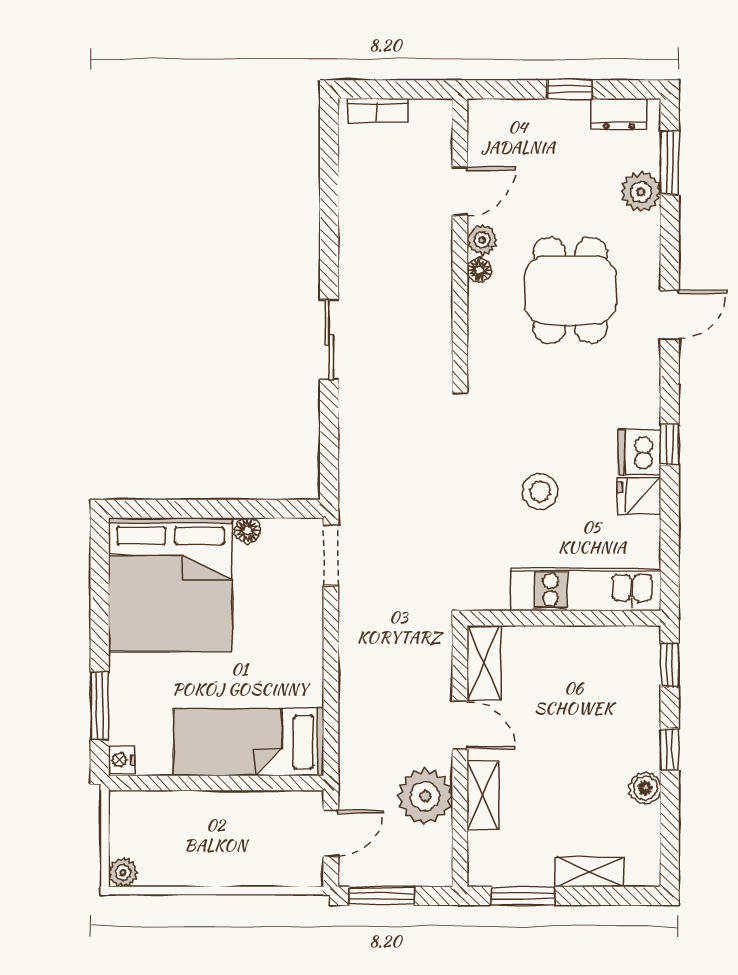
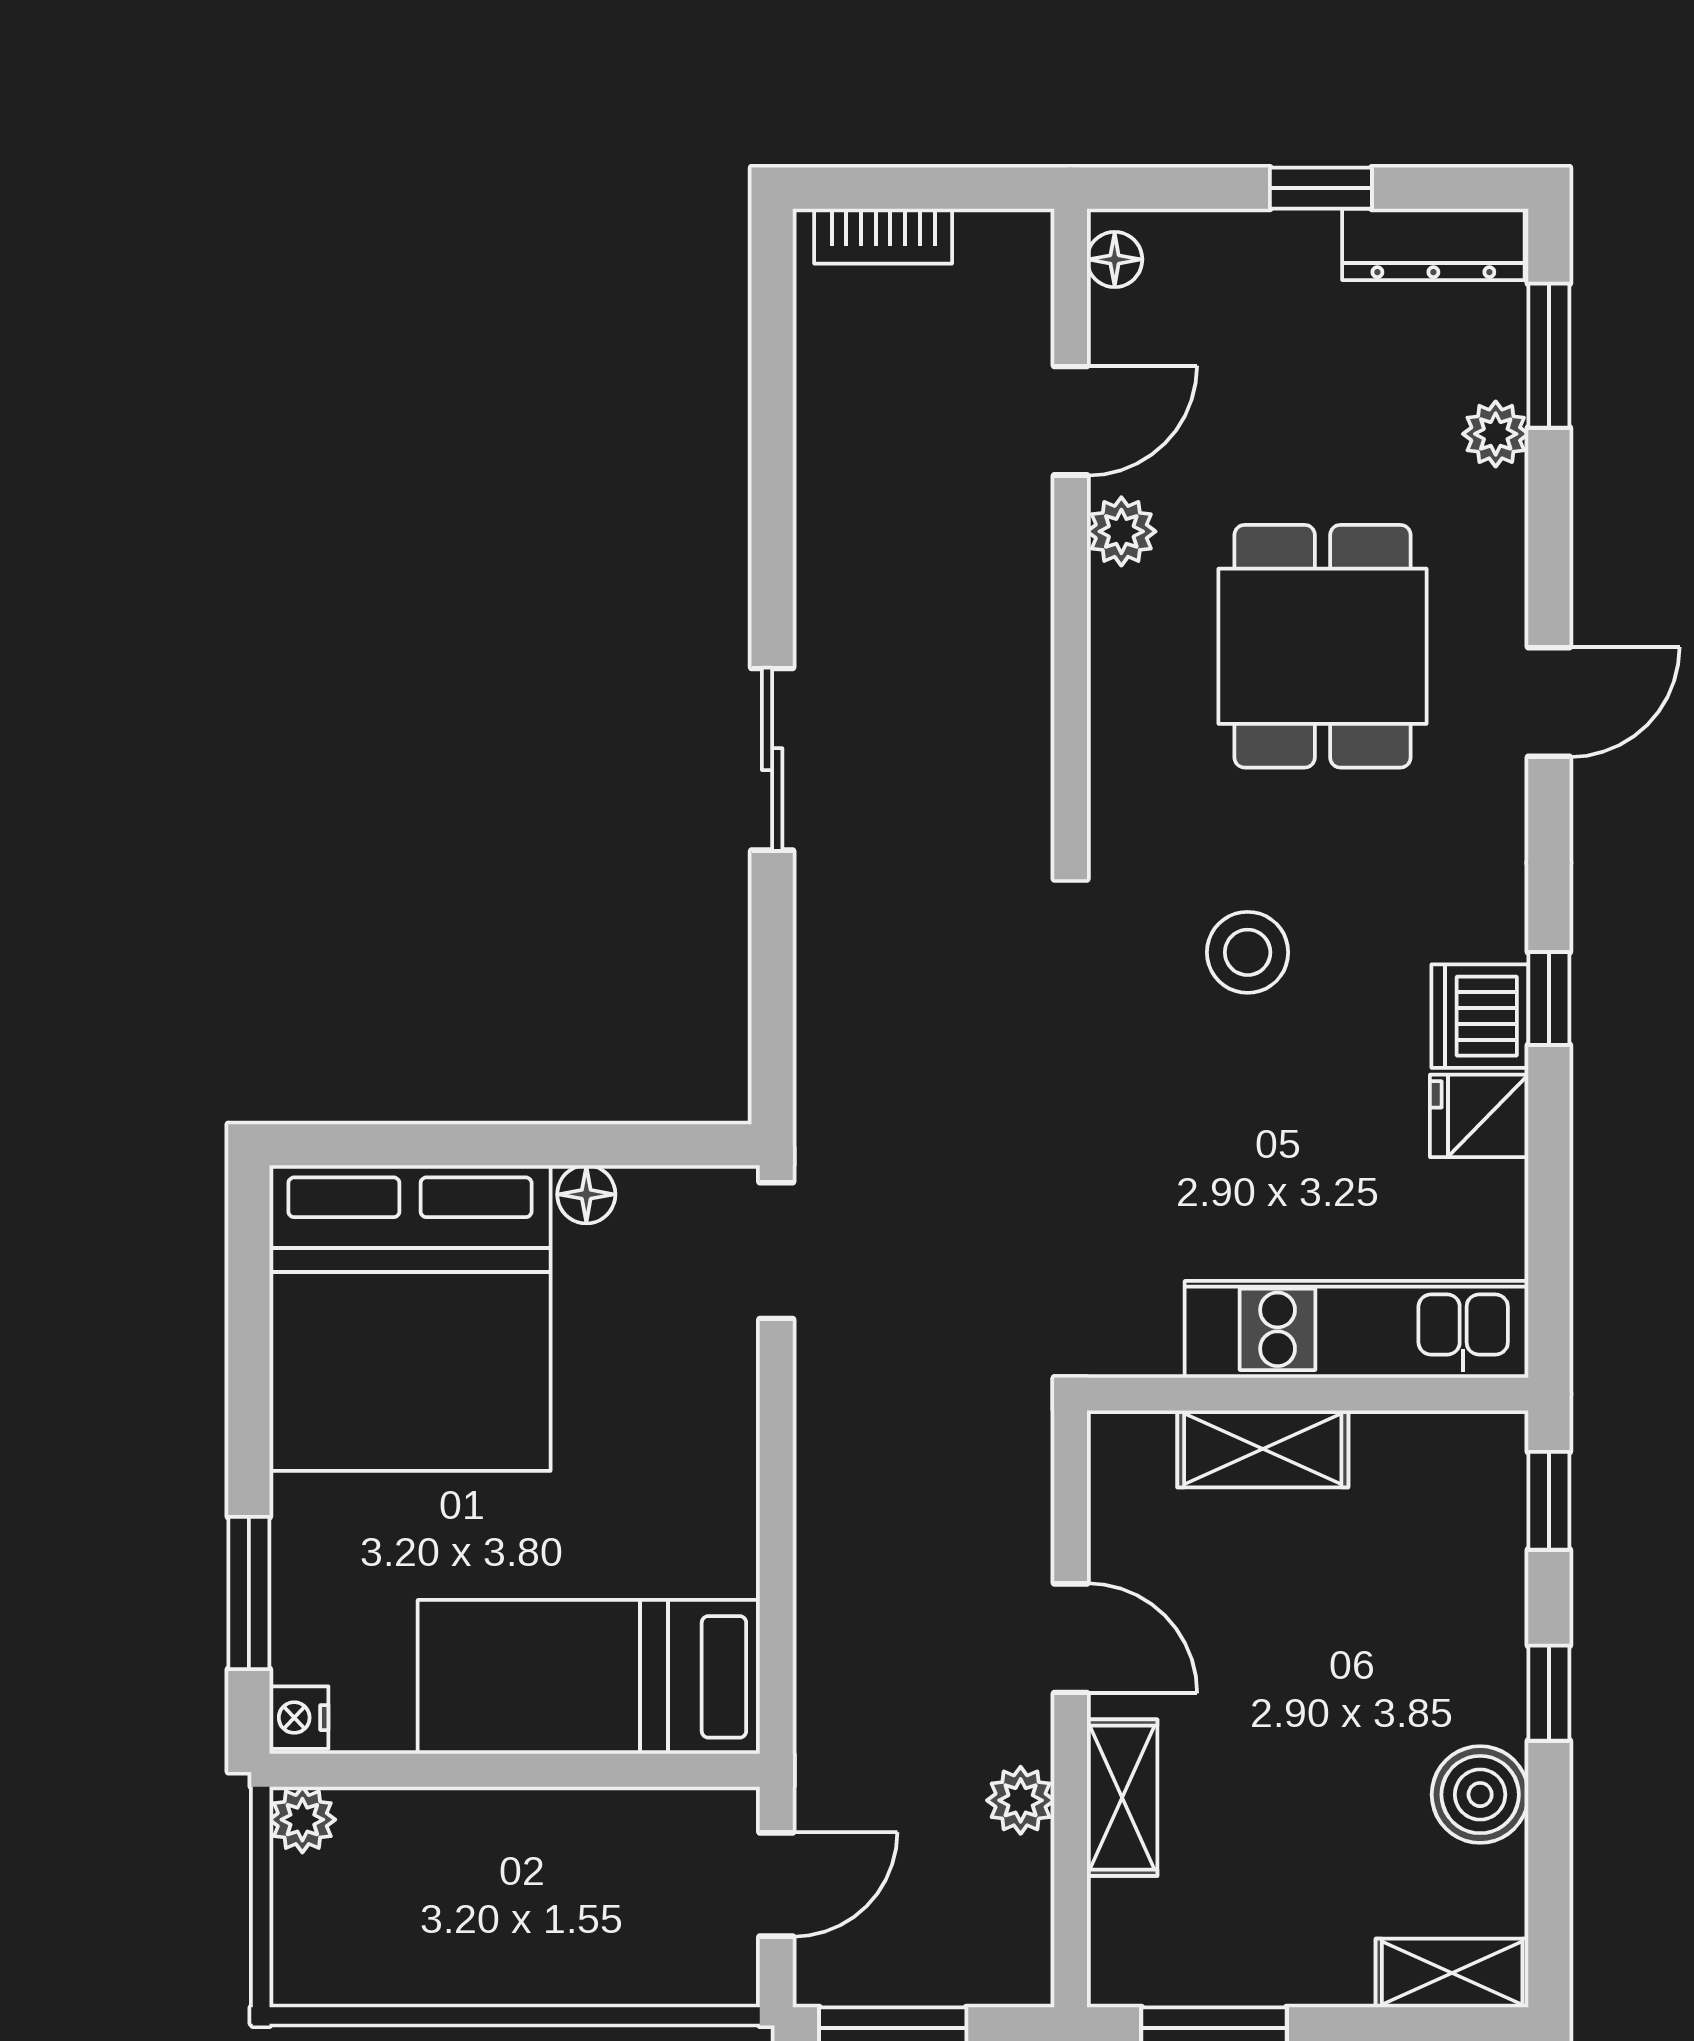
dresser: (619, 114) -> (1433, 244), width x1.44
plant: (641, 192) -> (1496, 434), width x0.73, depth x0.73
floor lamp: (479, 270) -> (1115, 259), moved
stool: (540, 492) -> (1248, 952), moved
shelving: (484, 663) -> (1263, 1449), moved, turned 90
boiler: (645, 788) -> (1480, 1795), width x1.36, depth x1.36
plant: (425, 796) -> (1021, 1800), width x0.53, depth x0.53
shelving: (589, 872) -> (1452, 1973), moved
plant: (123, 873) -> (302, 1820), moved

